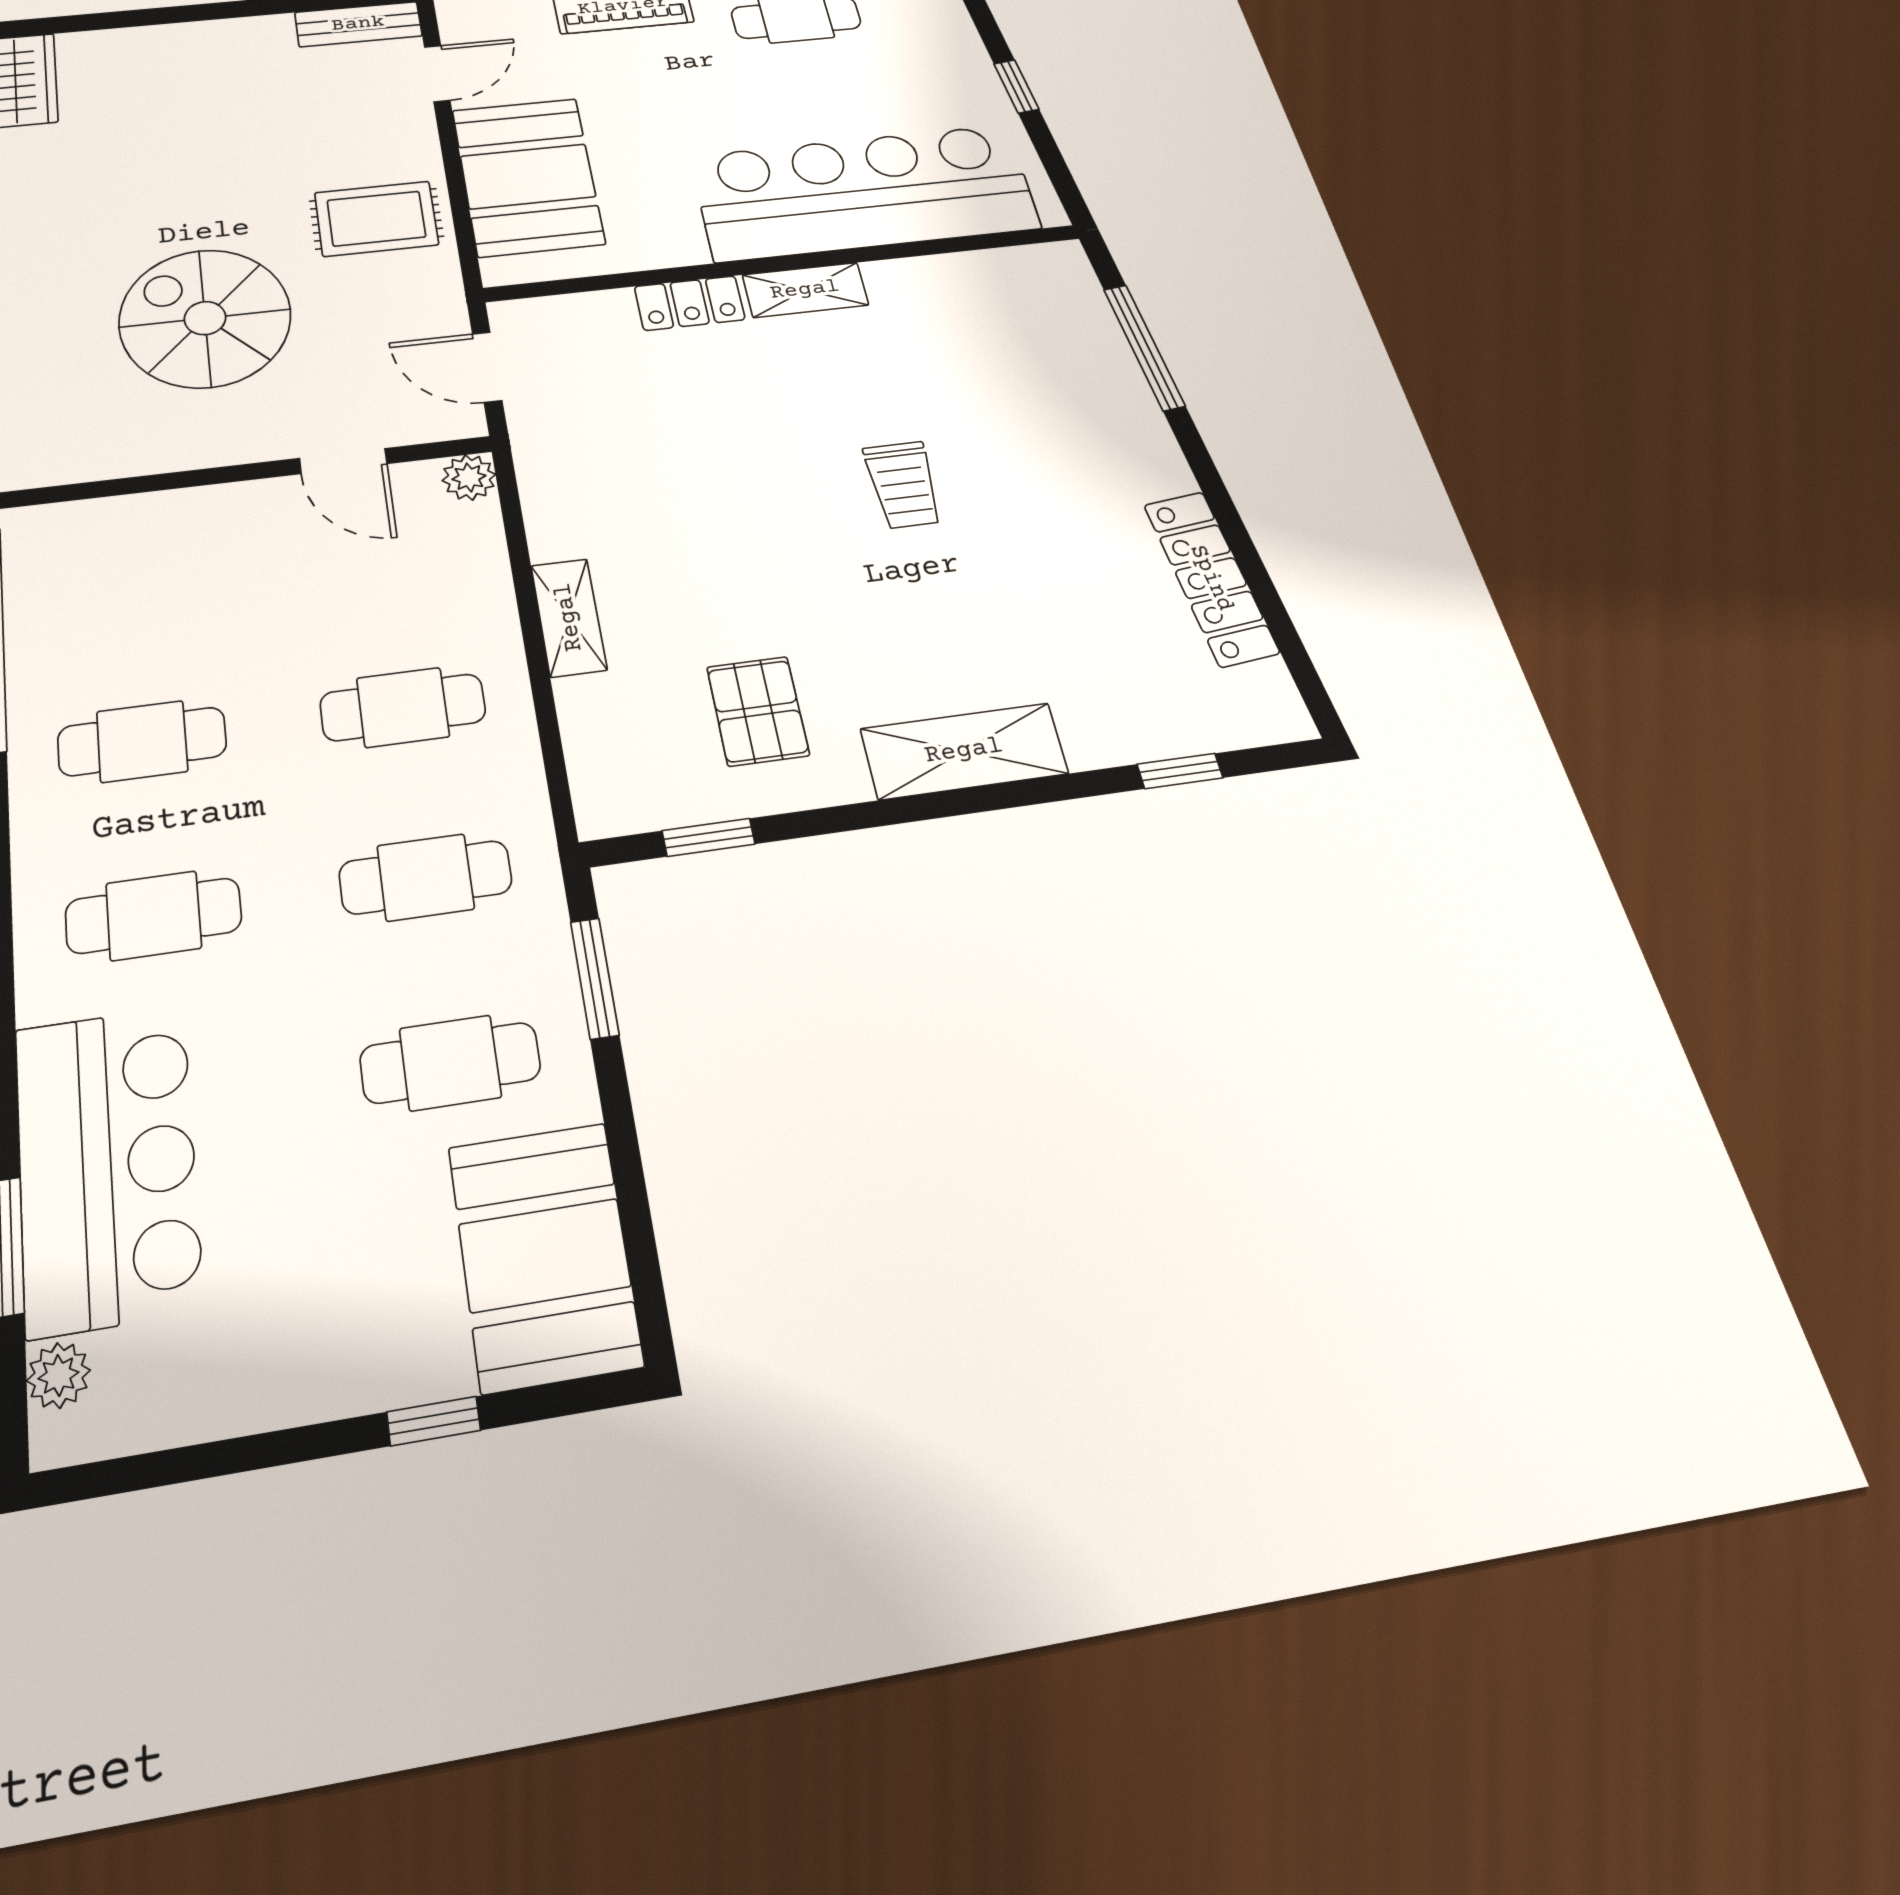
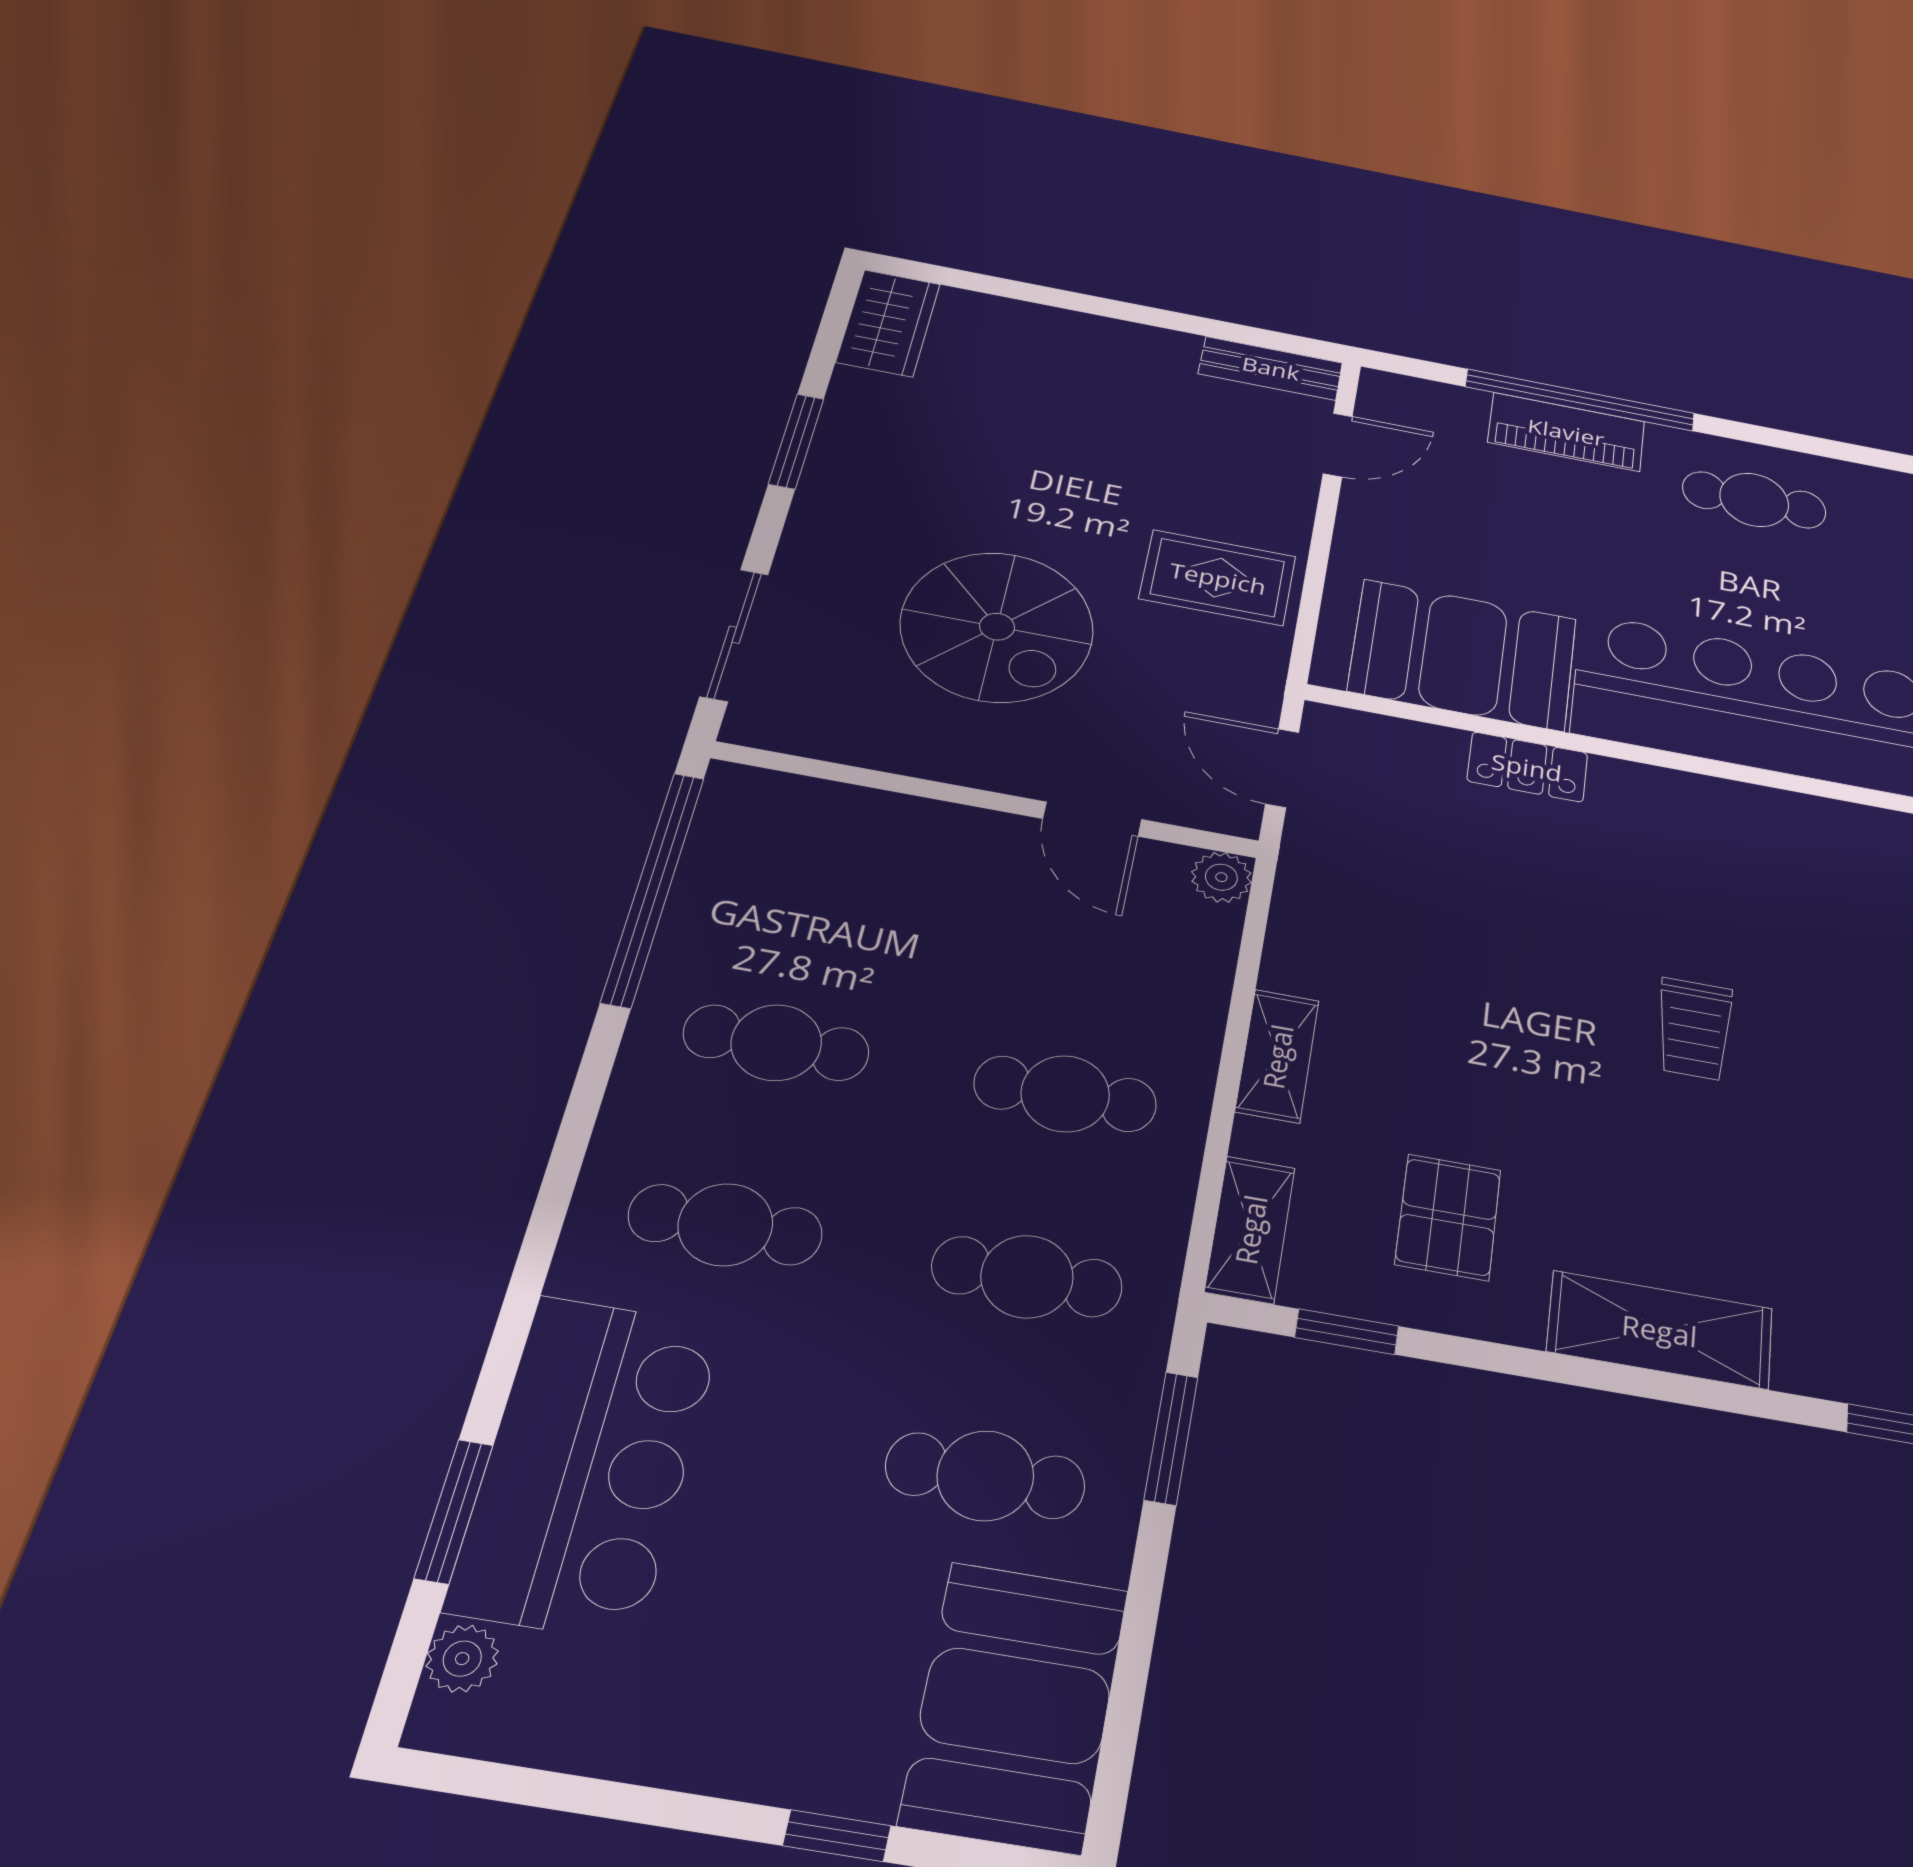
booth: (528, 176) -> (1463, 655), moved, turned 90
shelving: (805, 290) -> (1250, 1229), moved, turned 90
spiral stairs: (205, 318) -> (997, 627), turned 180

